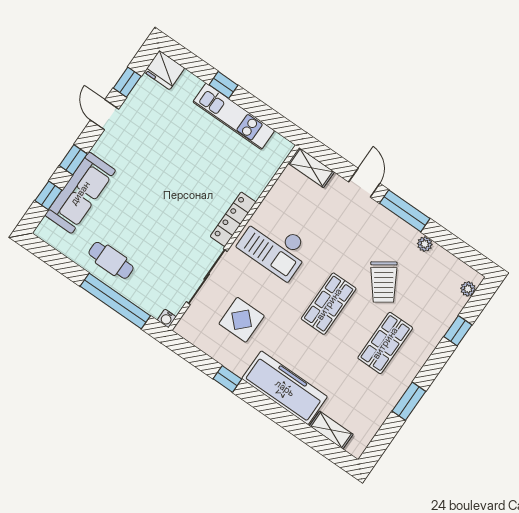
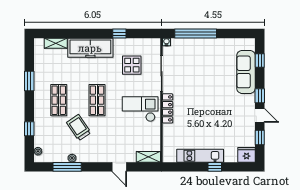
window: (73, 160) -> (260, 96), moved
window: (405, 211) -> (67, 167), moved
cafe table: (111, 260) -> (210, 51), removed

